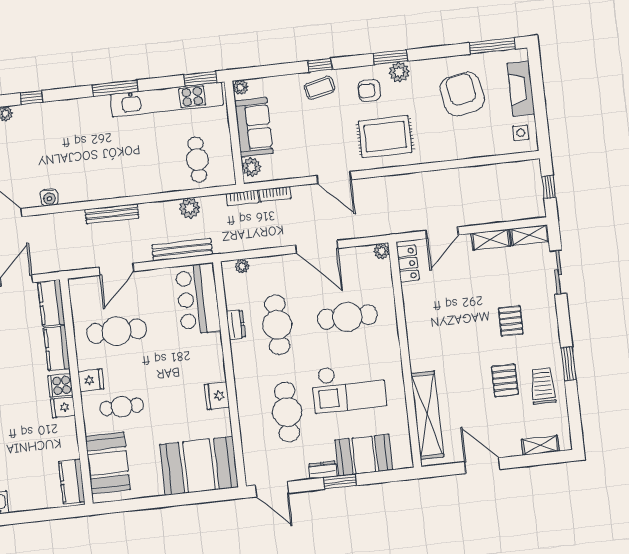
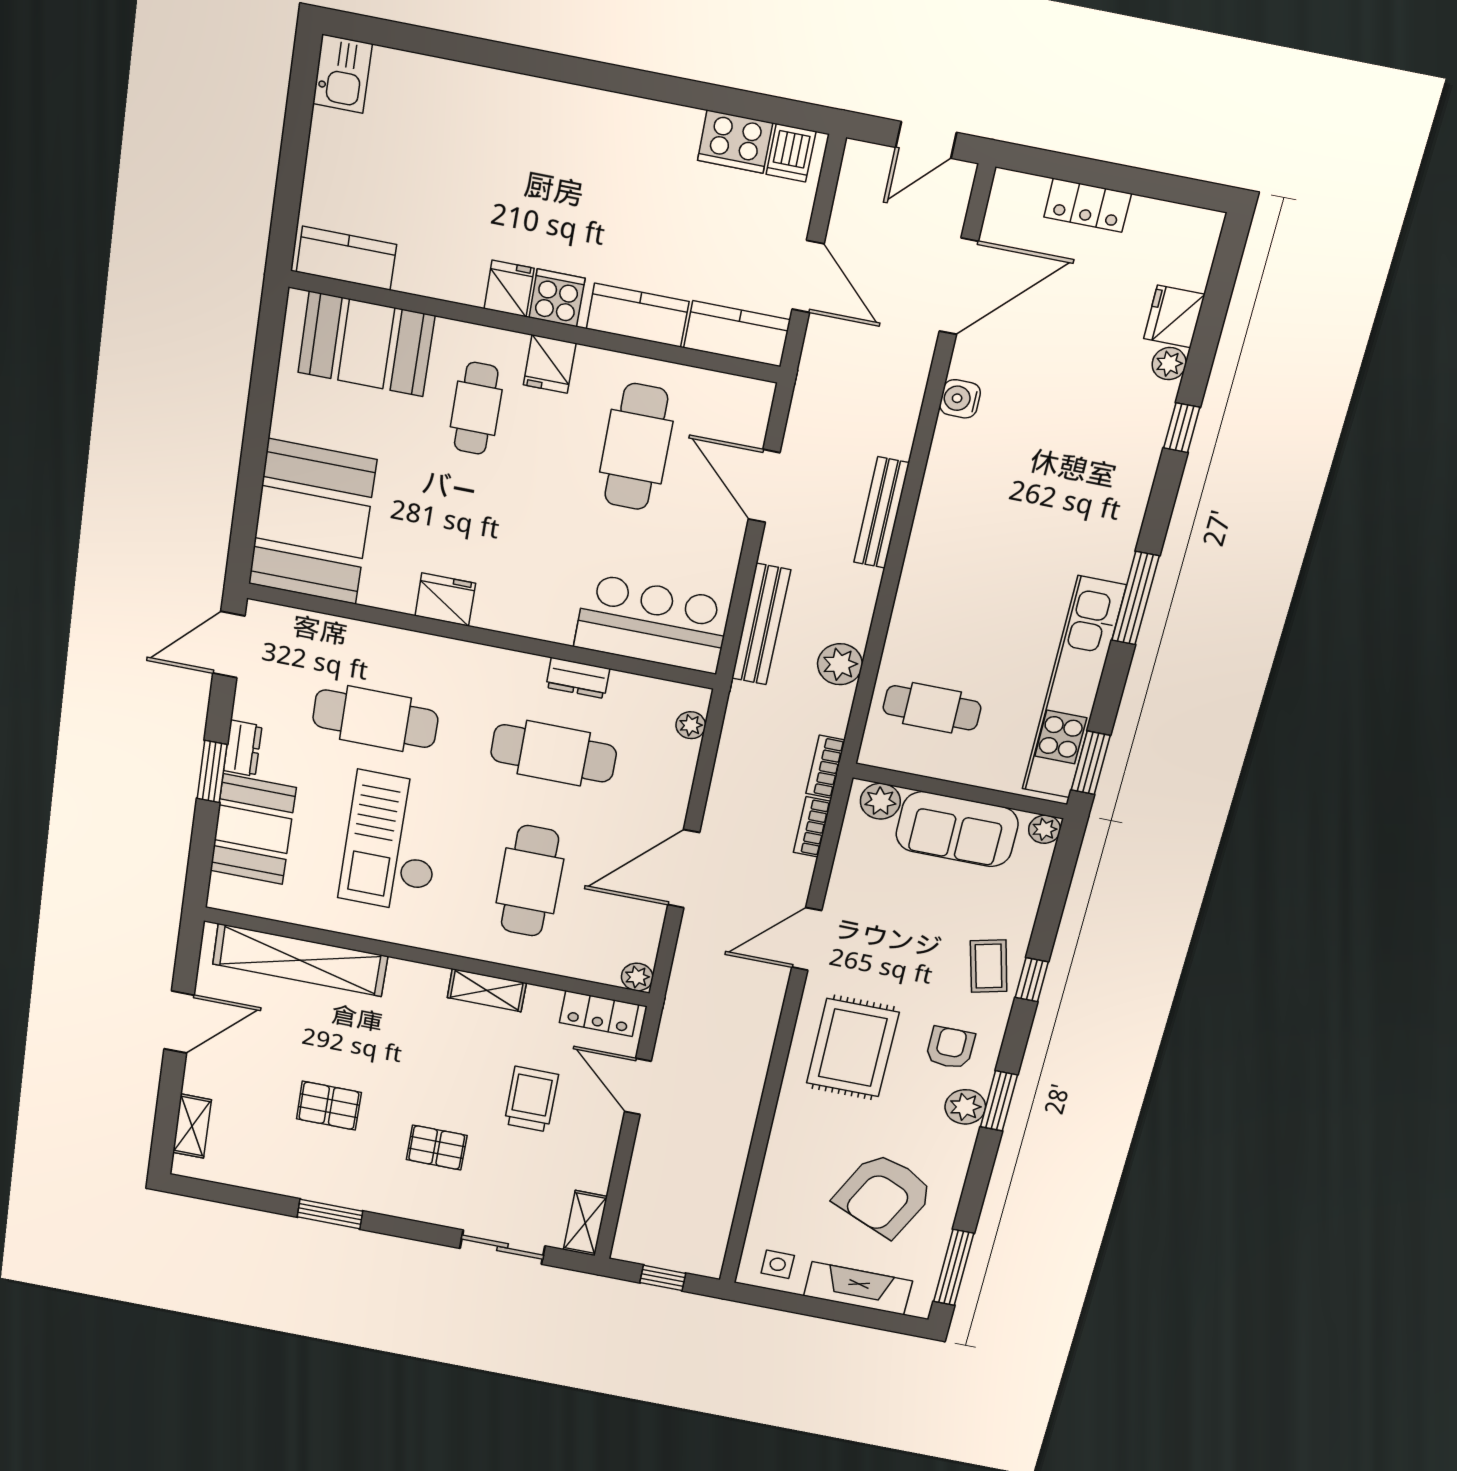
armchair: (462, 94) -> (884, 1195), turned 125
shelving: (491, 240) -> (487, 990), moved, turned 90
trolley: (543, 386) -> (531, 1099), moved, turned -90

